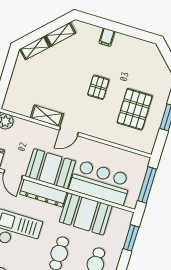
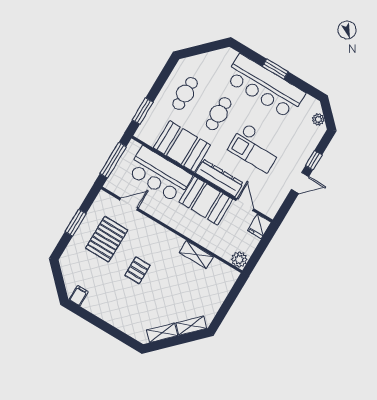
filing cabinet: (107, 37) -> (79, 296), moved
door: (69, 131) -> (129, 204), moved

